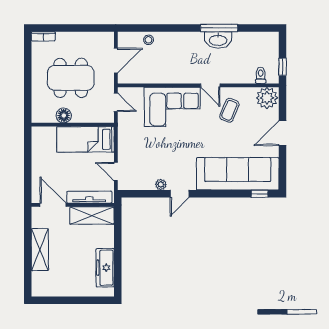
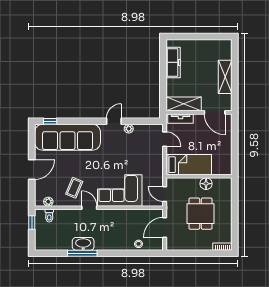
dining table: (71, 78) -> (200, 214), width x0.73
plant: (267, 98) -> (48, 202), width x0.53, depth x0.53
tv unit: (89, 197) -> (180, 119), width x0.71

